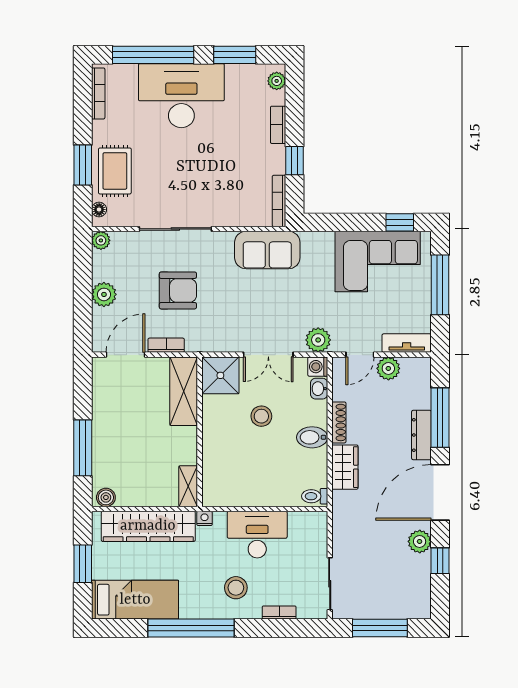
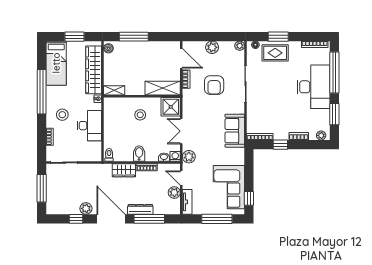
stool: (261, 416) -> (140, 115), moved

